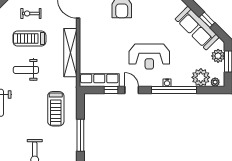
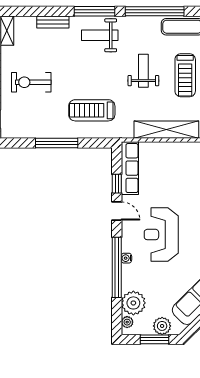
treadmill: (29, 38) -> (185, 75), turned 180
door: (132, 90) -> (117, 211), hinge flipped

